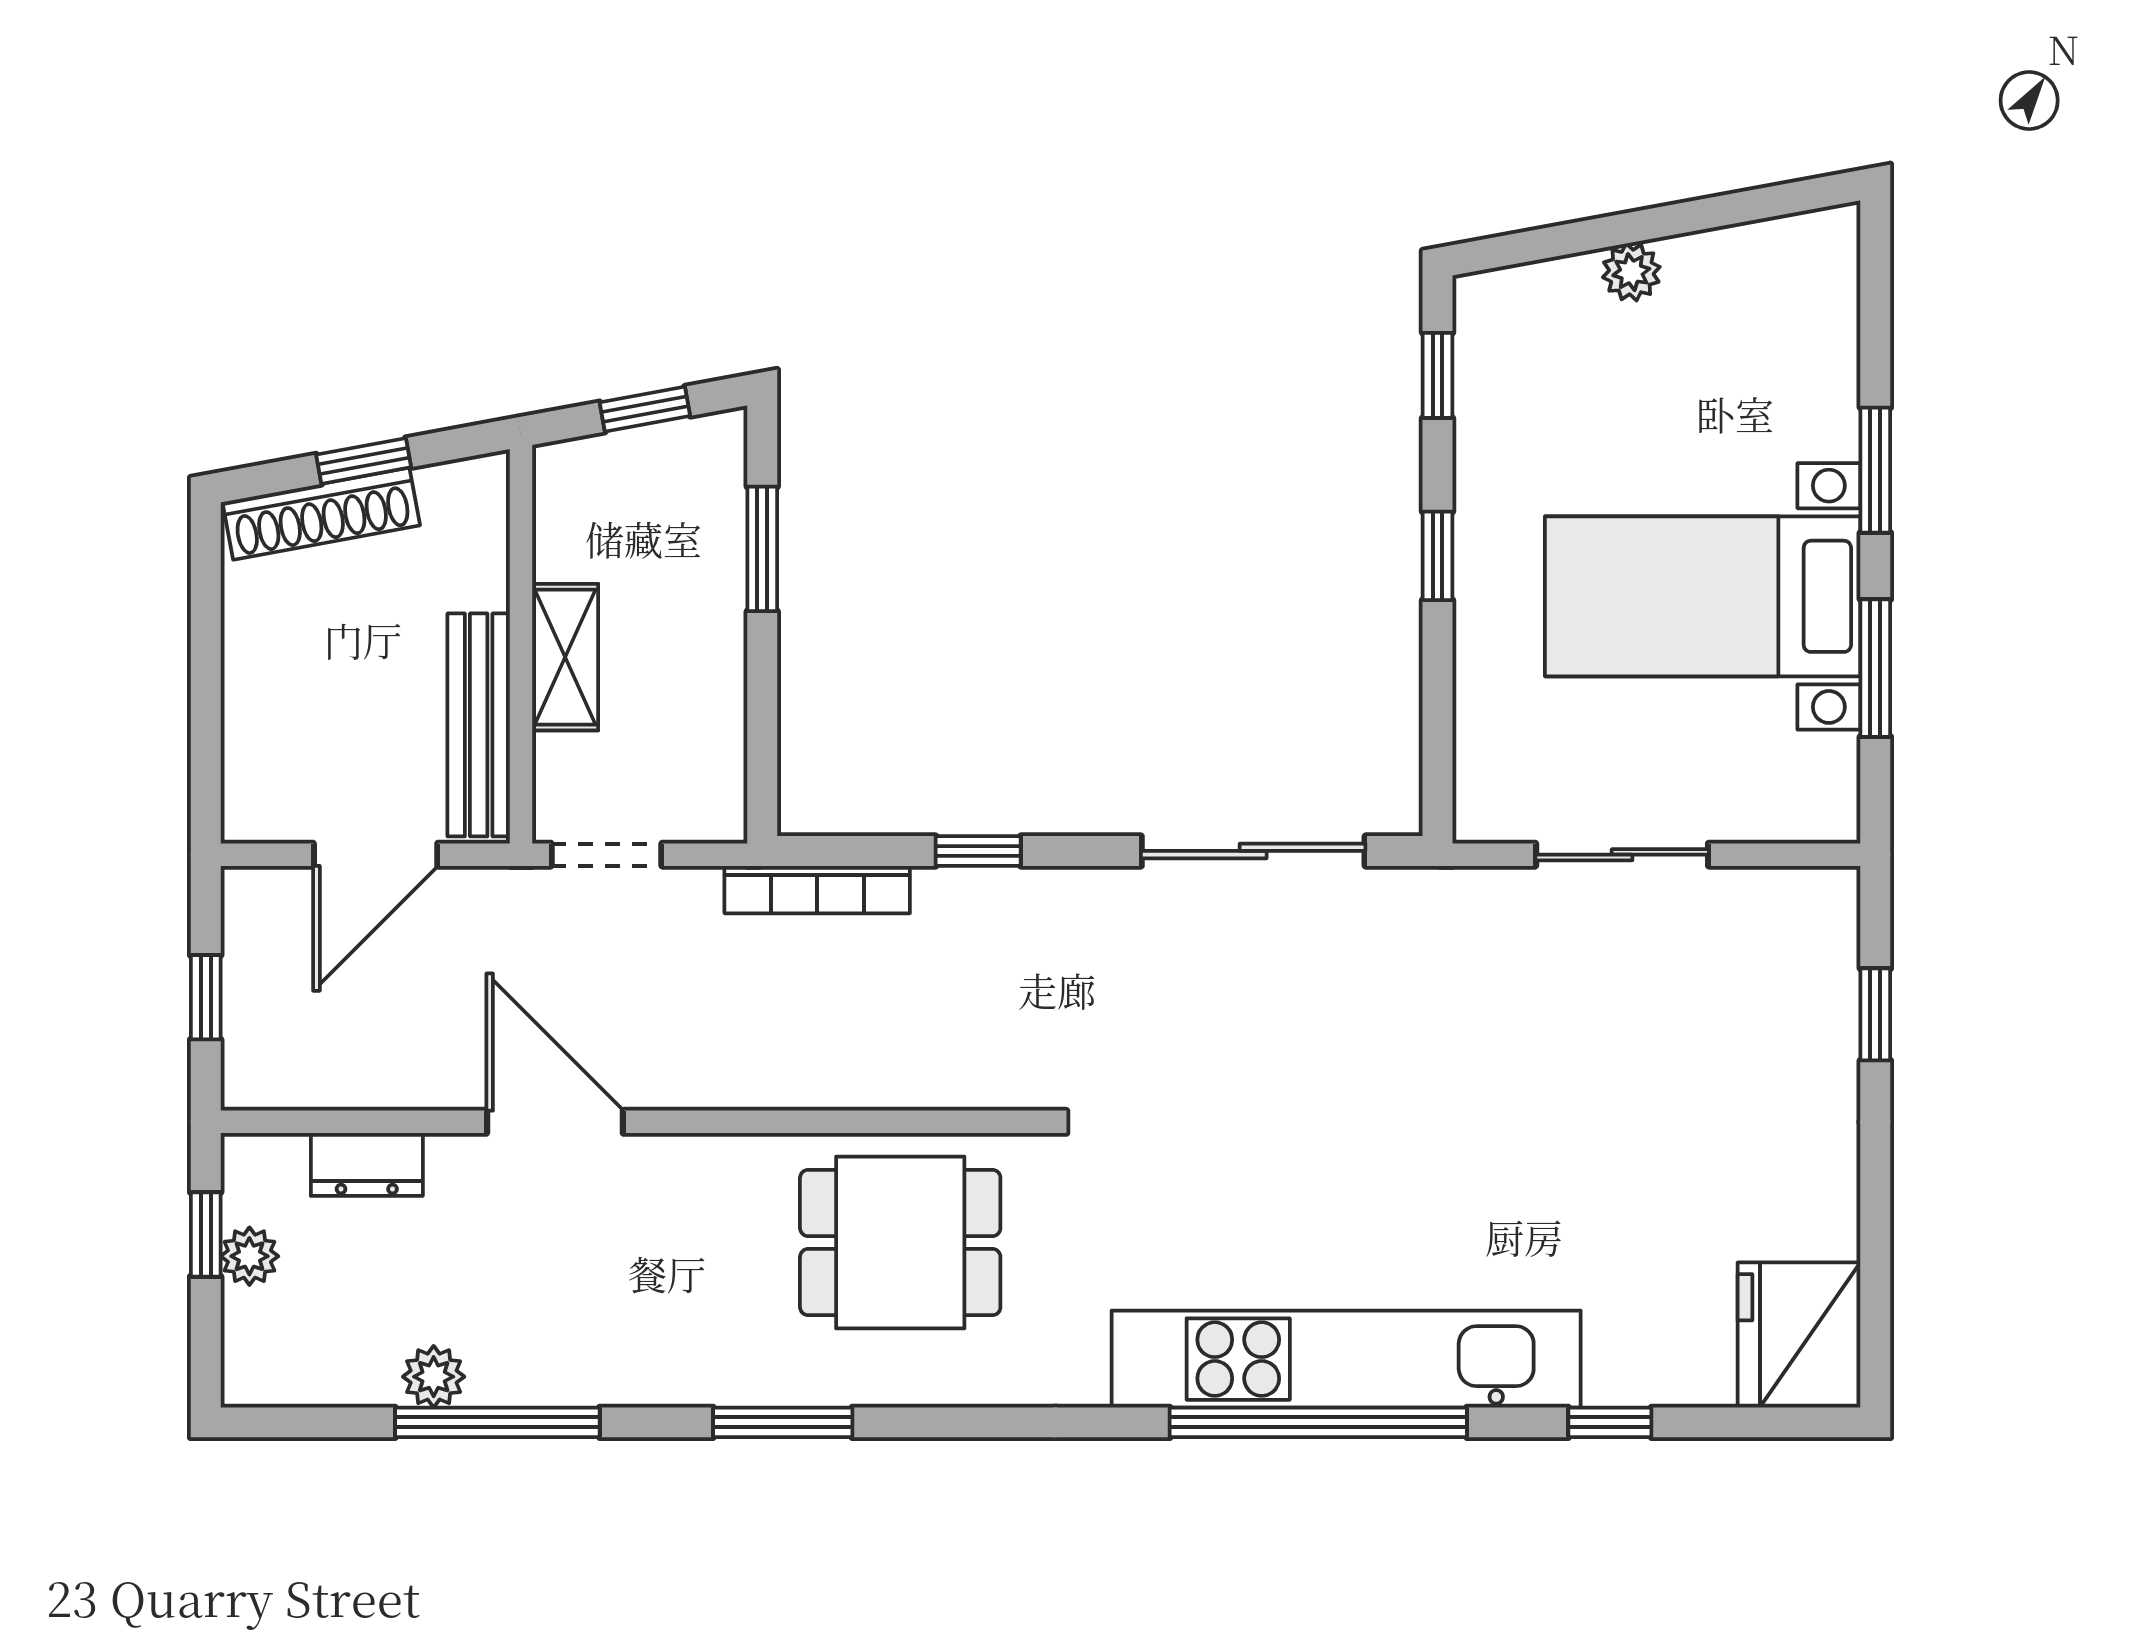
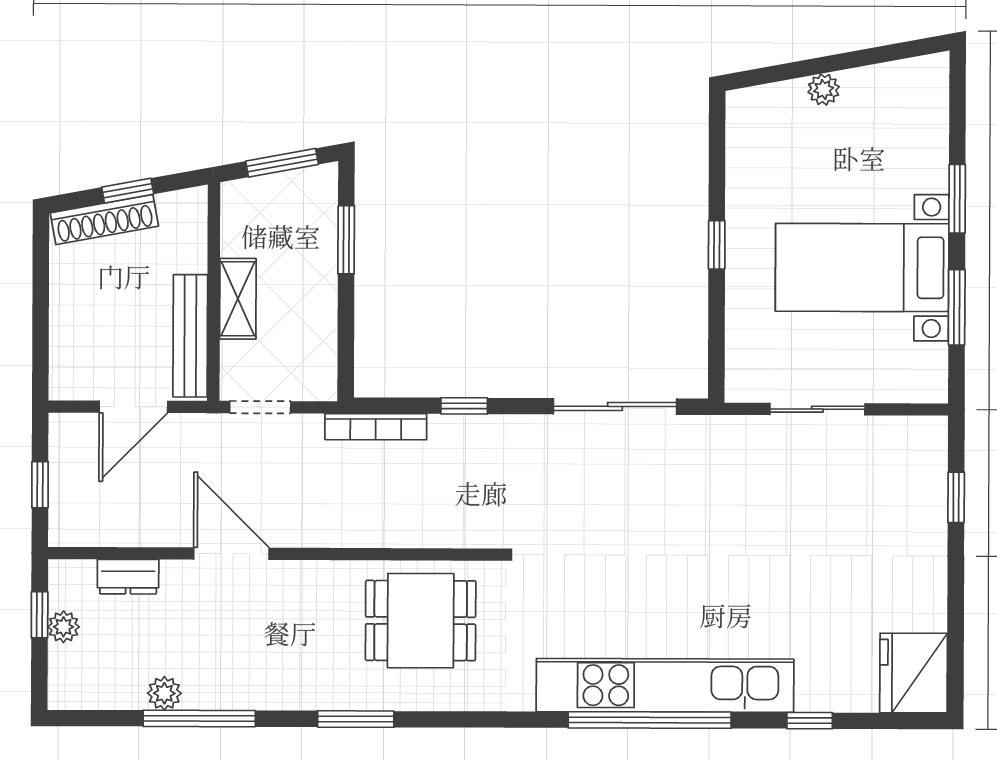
window: (1438, 375) -> (717, 146), removed
window: (645, 409) -> (282, 163), width x1.50

